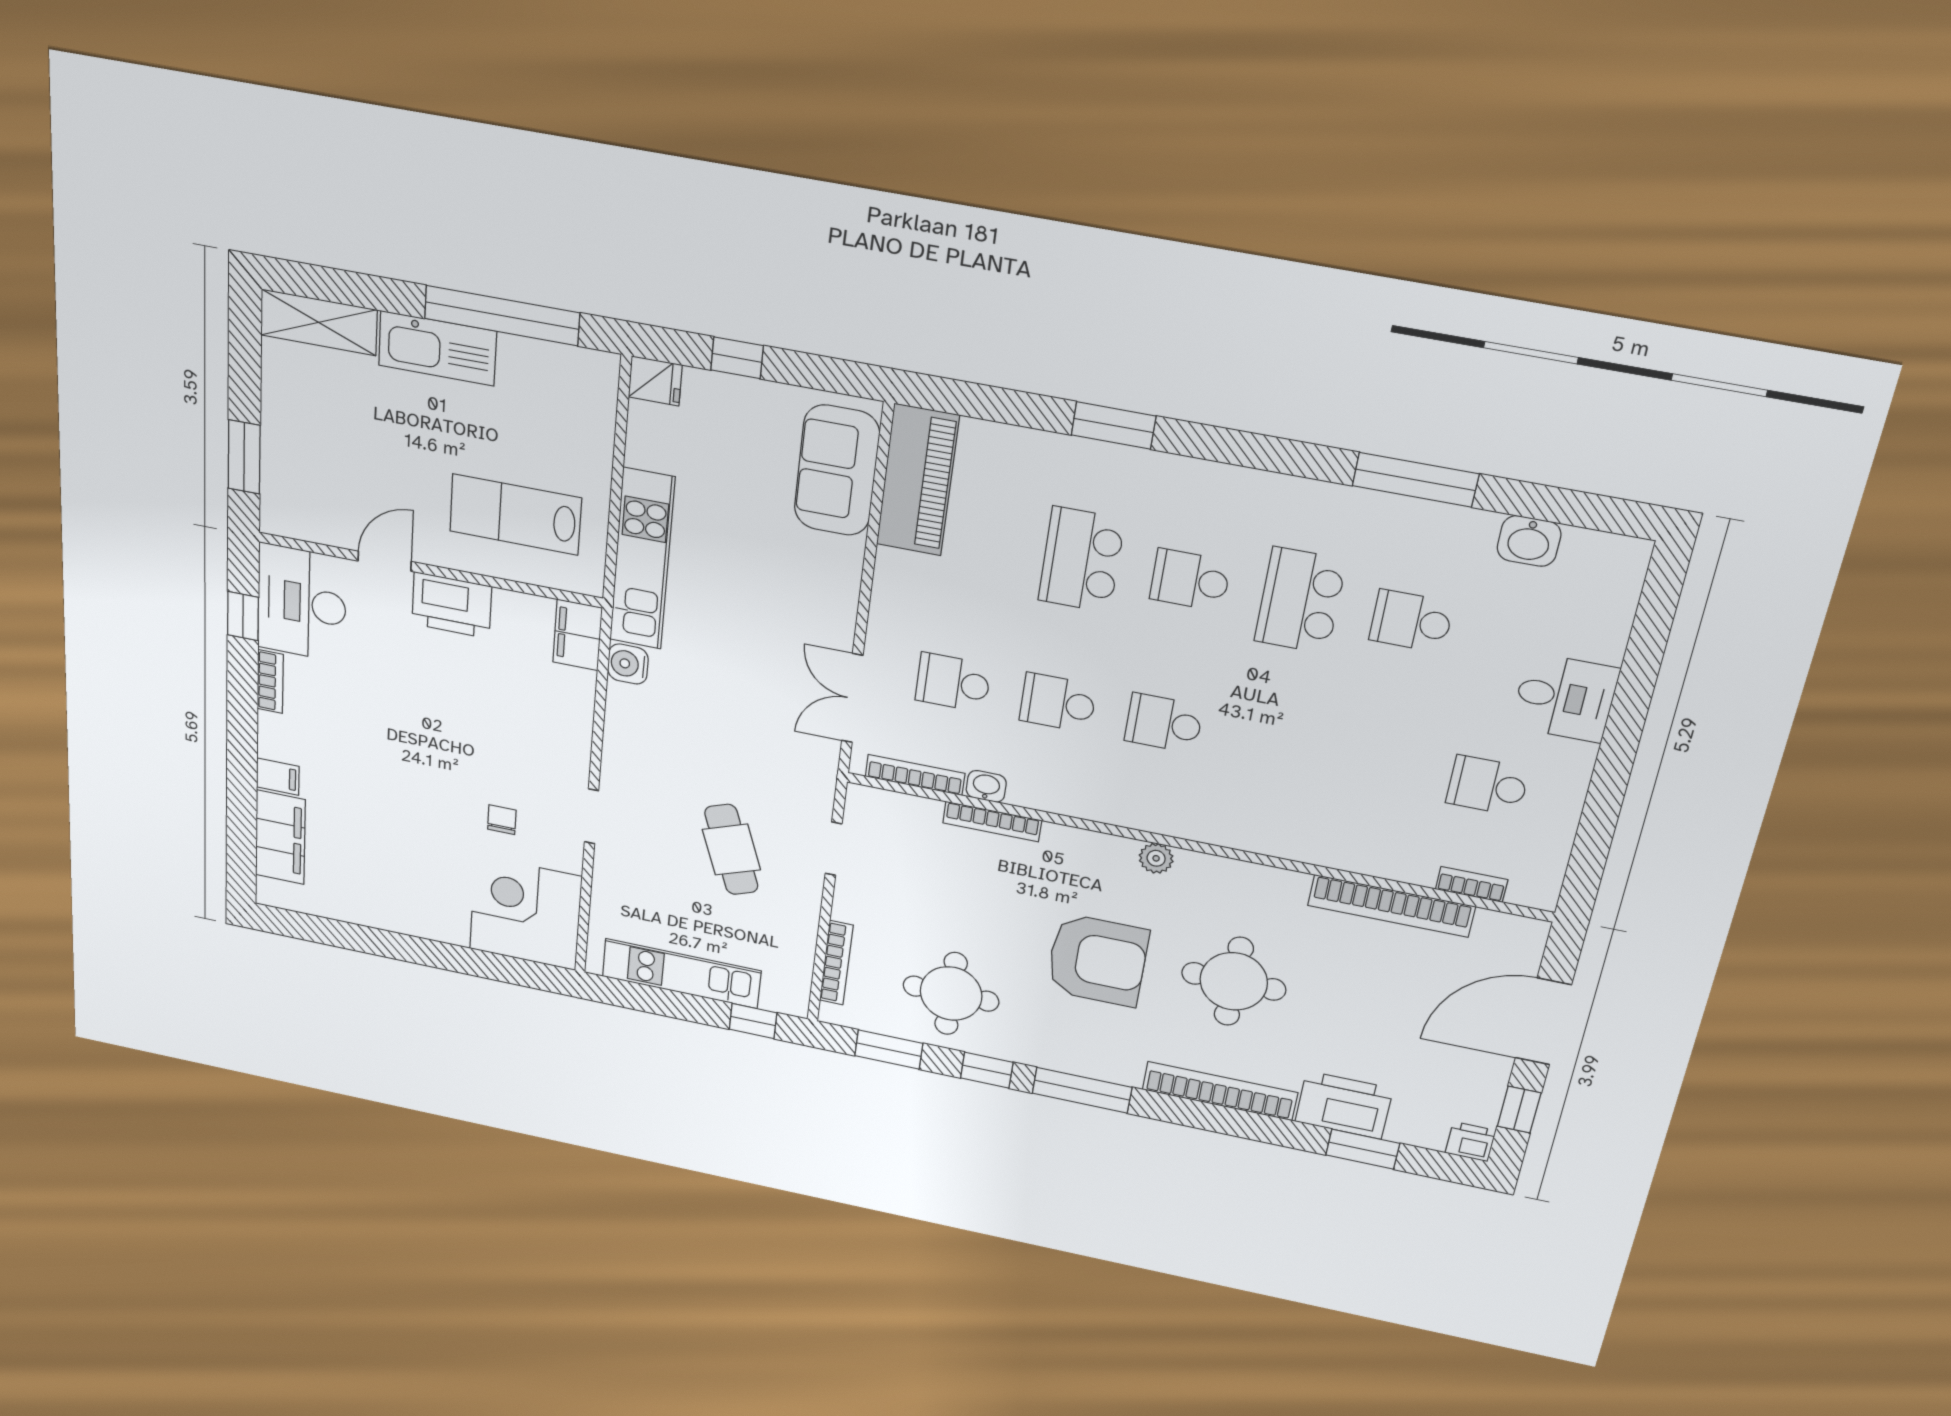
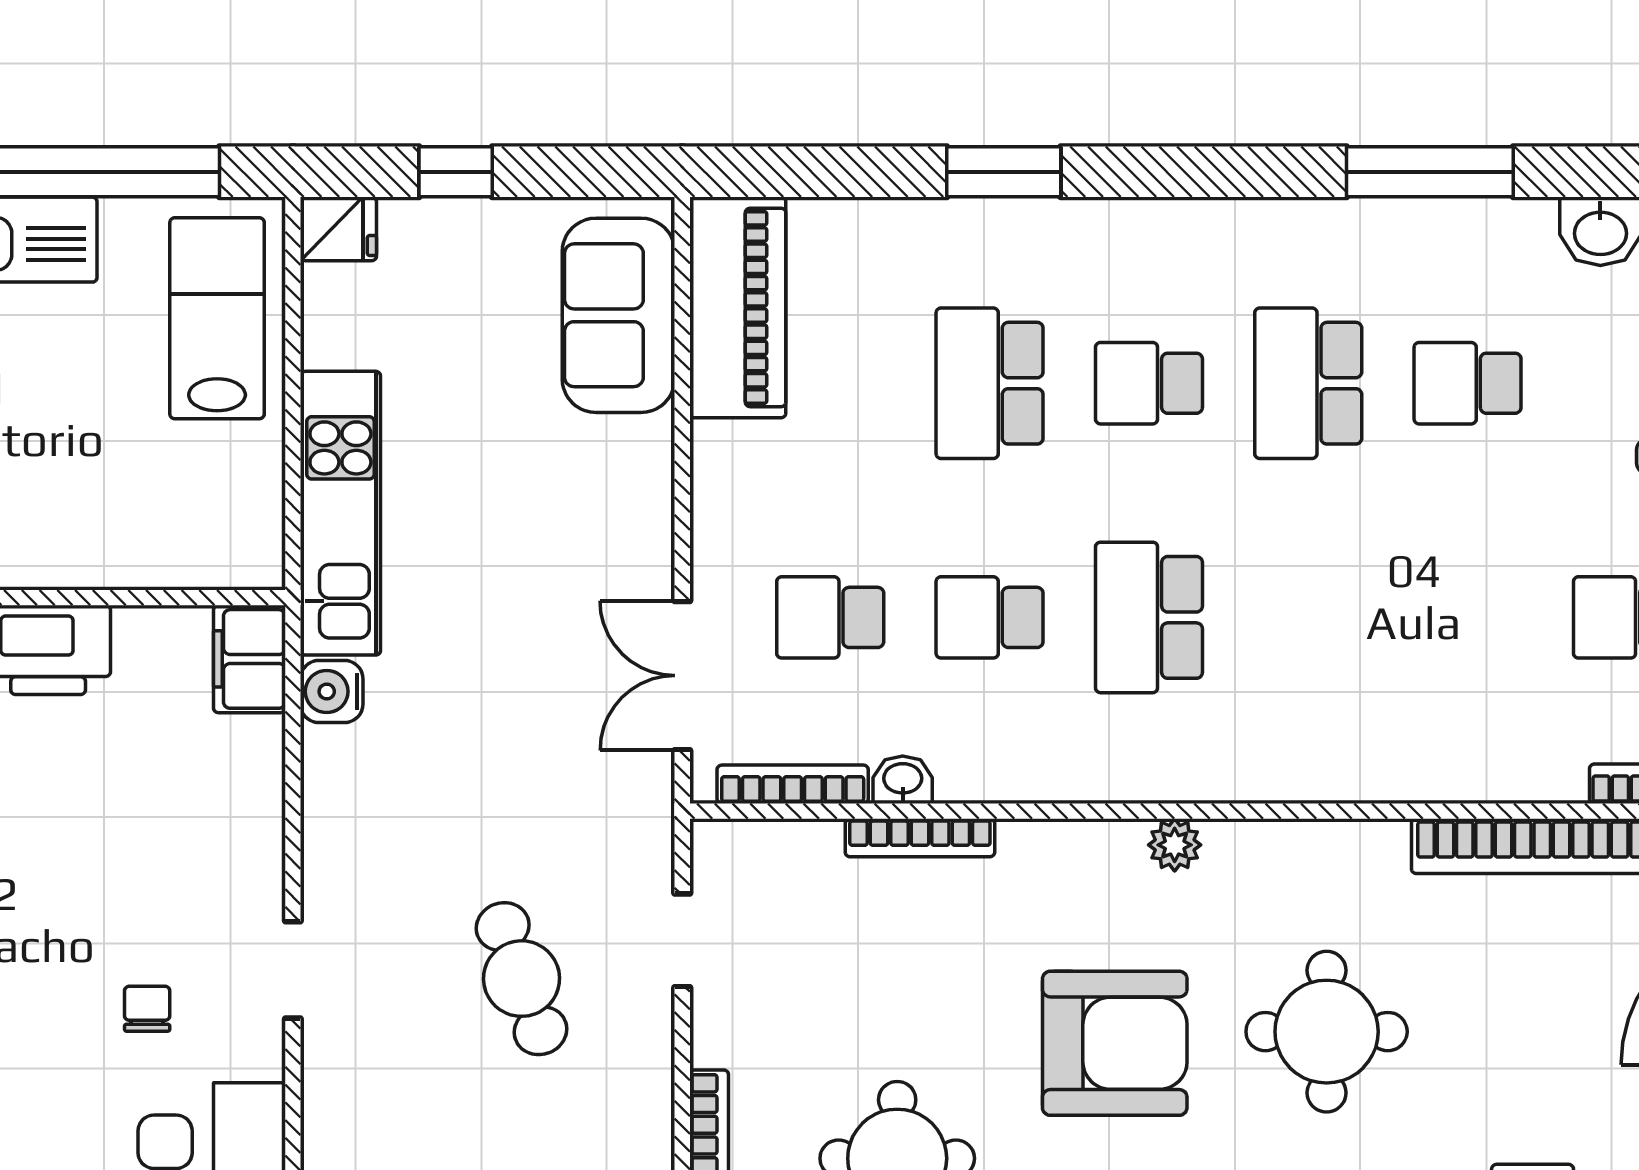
lab bench: (515, 515) -> (217, 318), moved, turned 90
school desk: (1164, 723) -> (1149, 617), width x1.85

